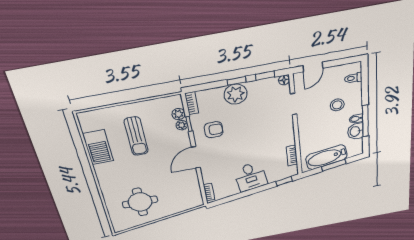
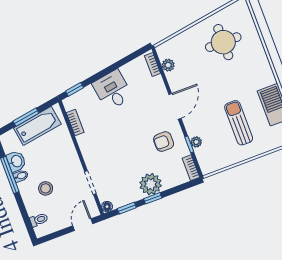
plant: (179, 114) -> (168, 65), moved

